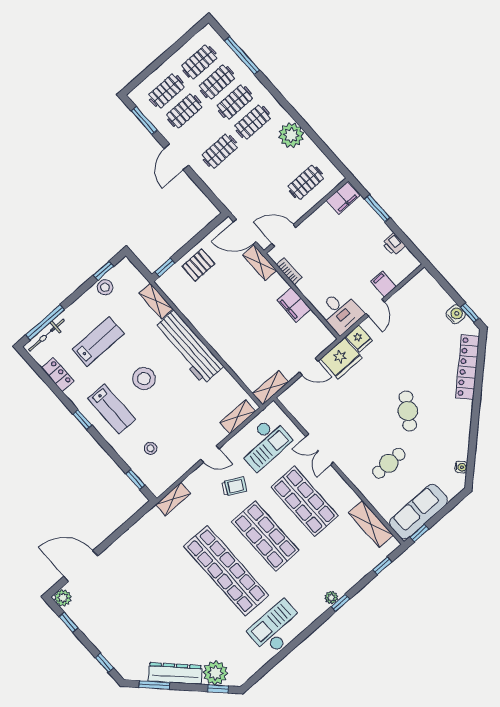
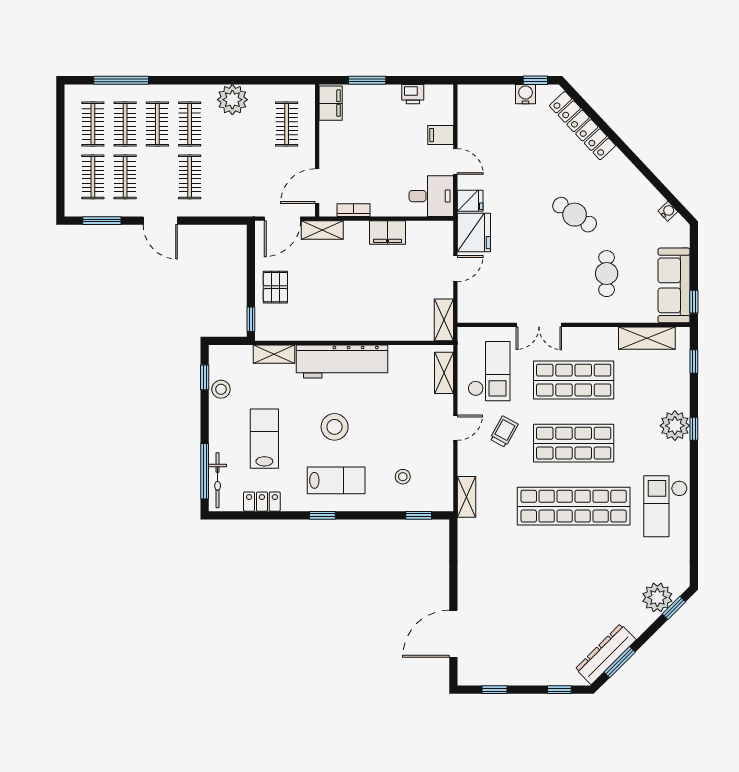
plant: (63, 598) -> (468, 675), removed
plant: (331, 598) -> (675, 426), width x1.88, depth x1.88
dresser: (175, 673) -> (606, 654), moved

